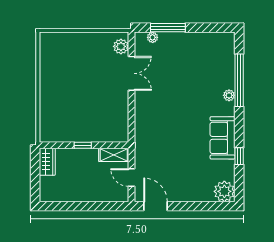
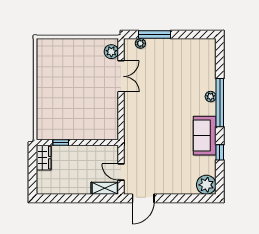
window: (239, 80) -> (220, 103), moved
window: (83, 145) -> (61, 142), moved
shelving: (114, 155) -> (105, 188), moved
door: (156, 206) -> (143, 198), swing flipped

